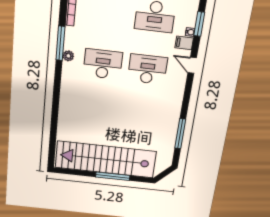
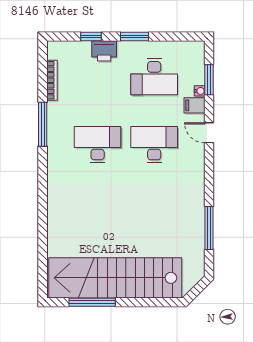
plant: (68, 56) -> (54, 139), removed
window: (113, 176) -> (92, 302), moved

